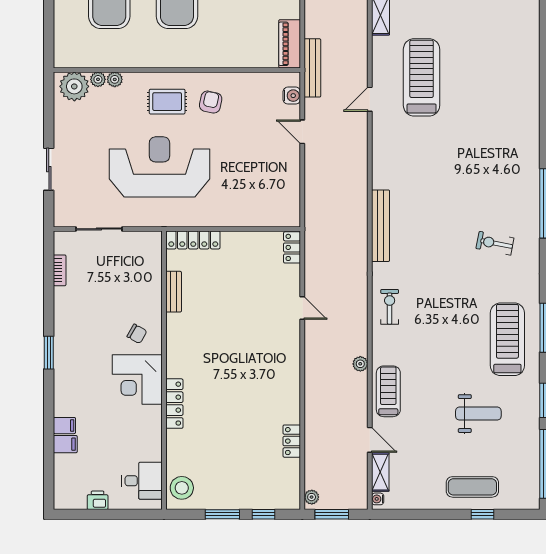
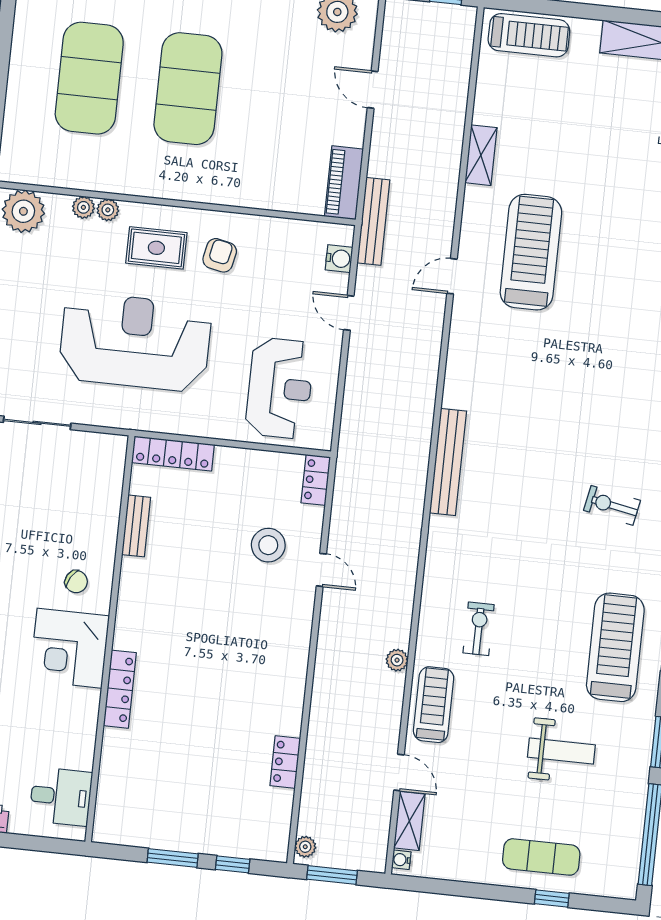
plant: (98, 79) -> (108, 210), moved
reception desk: (261, 188) -> (280, 388), added
exercise bike: (390, 307) -> (479, 629), moved
stool: (182, 488) -> (268, 545), moved

